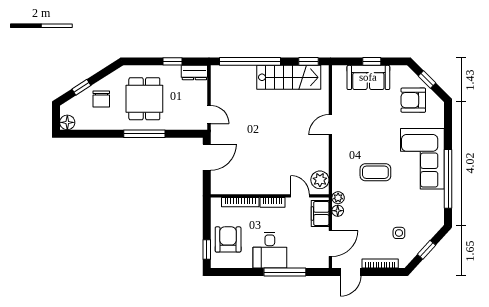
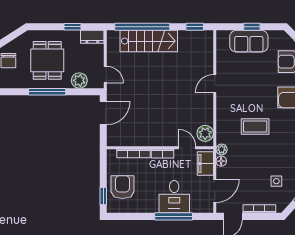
stairs: (289, 77) -> (149, 41), moved
plant: (180, 121) -> (79, 80), added
desk: (270, 250) -> (174, 197), moved

